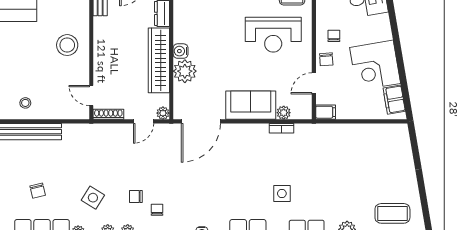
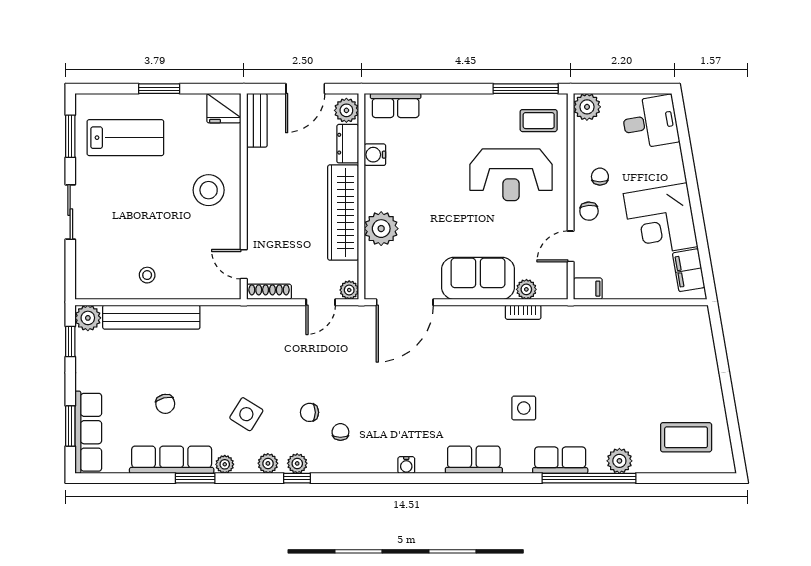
water cooler: (181, 51) -> (375, 155), moved

